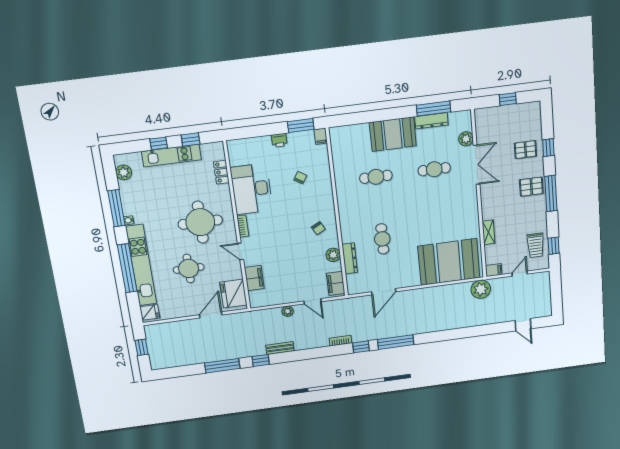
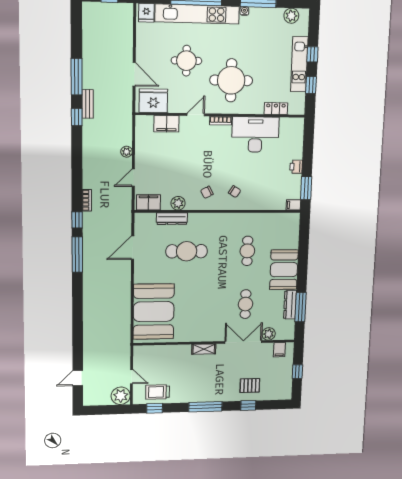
pallet: (525, 150) -> (250, 385), turned 90
double door: (477, 165) -> (243, 342), swing flipped
chair: (300, 178) -> (235, 192), moved
pallet: (531, 187) -> (215, 390), removed
shelving: (488, 232) -> (204, 349), moved
cafe table: (382, 239) -> (187, 251), width x1.37, depth x1.35
filing cabinet: (494, 270) -> (279, 350), moved
plant: (481, 289) -> (121, 396), moved
door: (384, 292) -> (133, 248), hinge flipped
bench: (280, 348) -> (88, 104), moved

